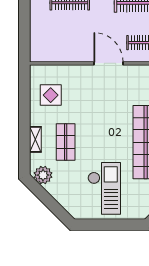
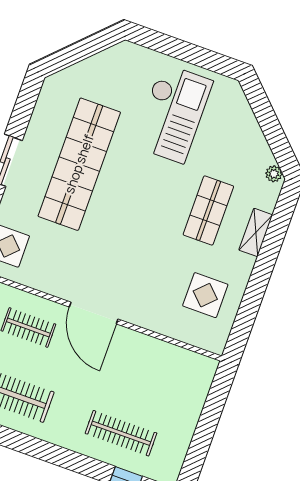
plant: (43, 175) -> (274, 174), width x0.53, depth x0.53
checkout: (104, 188) -> (173, 113), turned 180

